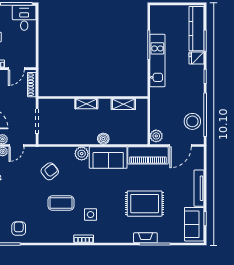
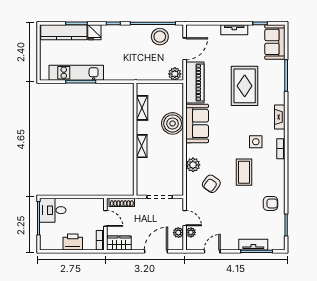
kitchen unit: (157, 61) -> (76, 73), moved
boiler: (103, 139) -> (173, 123), width x1.86, depth x1.86
door: (181, 146) -> (185, 49), hinge flipped
plant: (82, 154) -> (193, 165), moved
armchair: (50, 171) -> (211, 184), turned -105
tv unit: (199, 188) -> (234, 30), width x0.71
sofa: (194, 224) -> (275, 42), moved, turned 90
armchair: (19, 229) -> (270, 203), moved, turned 180
fireplace: (145, 238) -> (280, 117), moved

